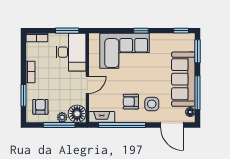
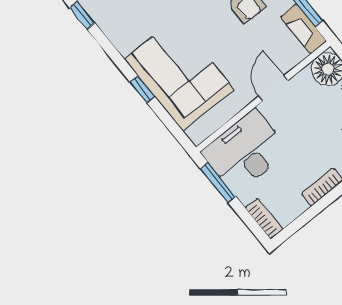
window: (141, 31) -> (142, 89), moved
door: (87, 85) -> (273, 88), hinge flipped

